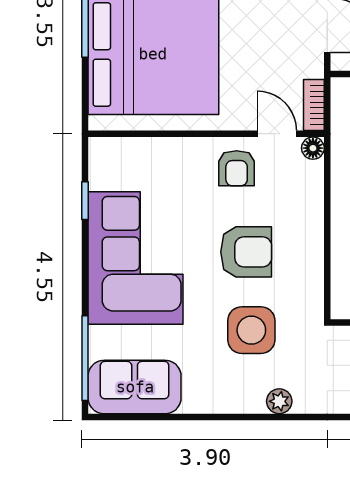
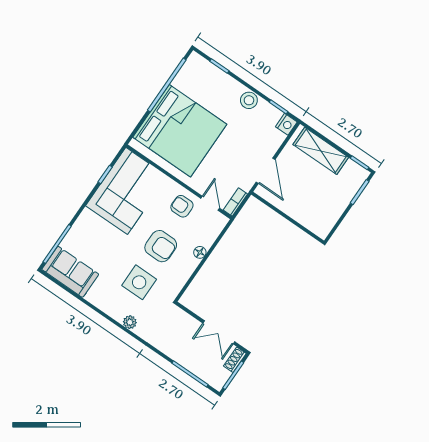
floor lamp: (313, 148) -> (200, 252), moved
armchair: (237, 168) -> (182, 206), turned 90
corner sofa: (135, 258) -> (127, 191), moved

